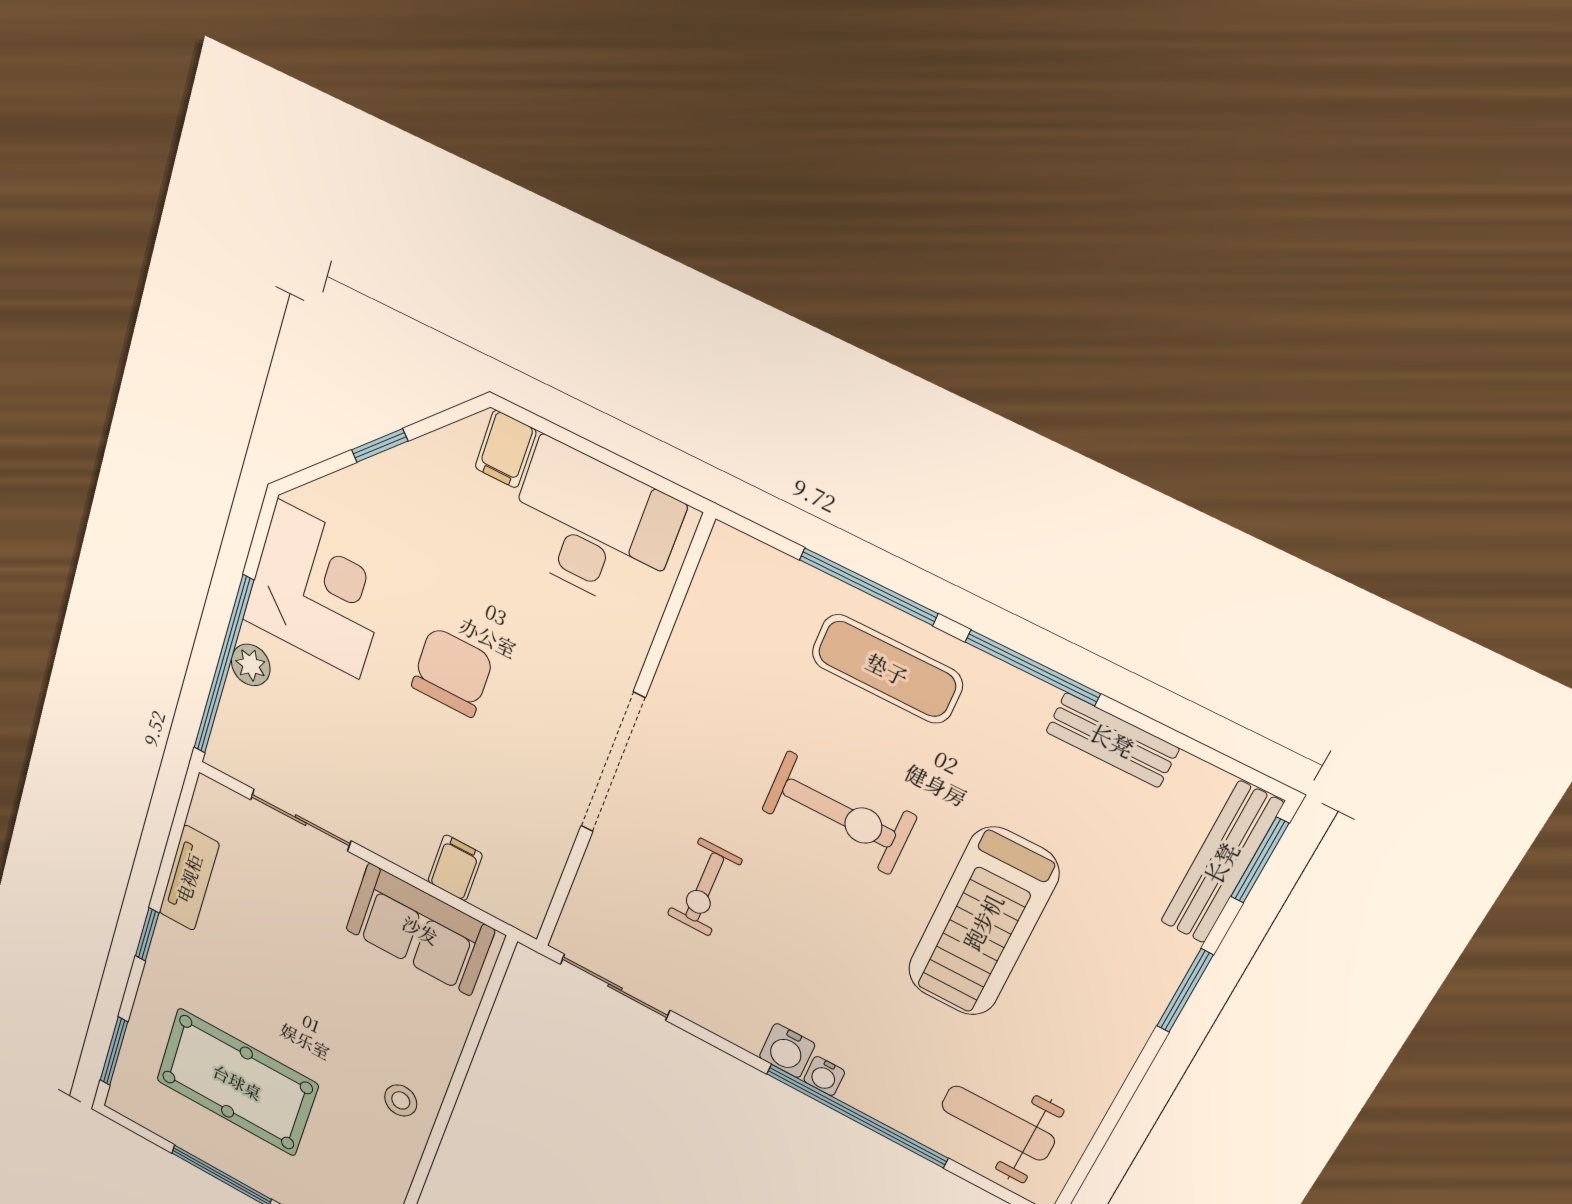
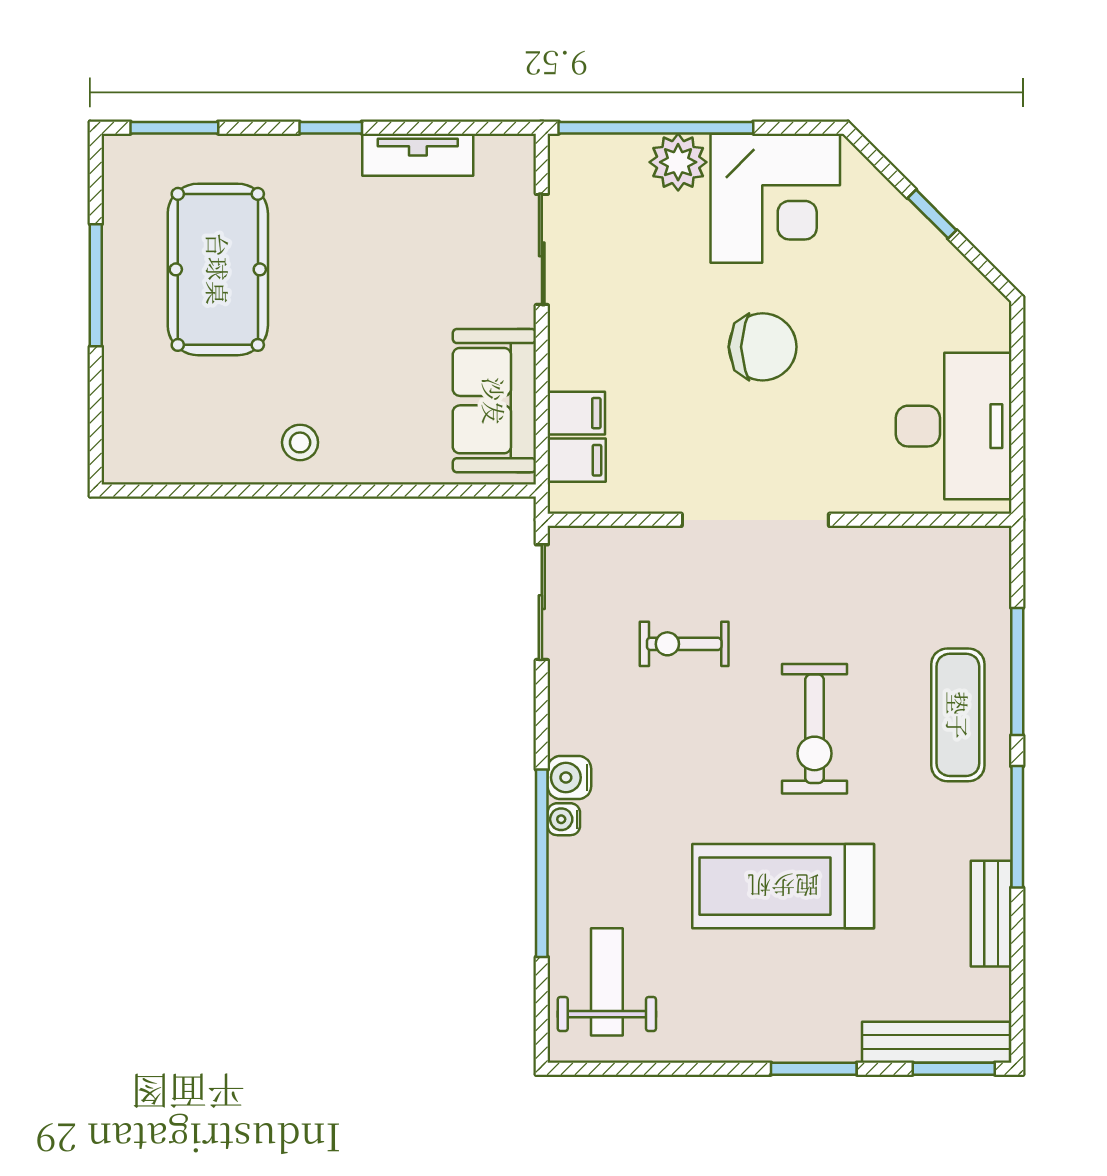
filing cabinet: (506, 449) -> (577, 460), moved, turned 180
plant: (251, 665) -> (678, 162), width x1.38, depth x1.38

